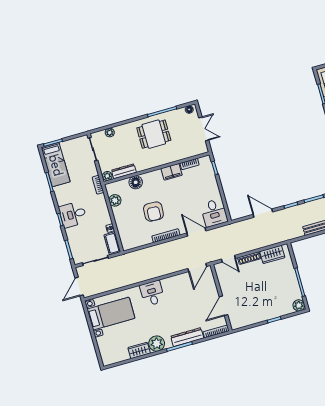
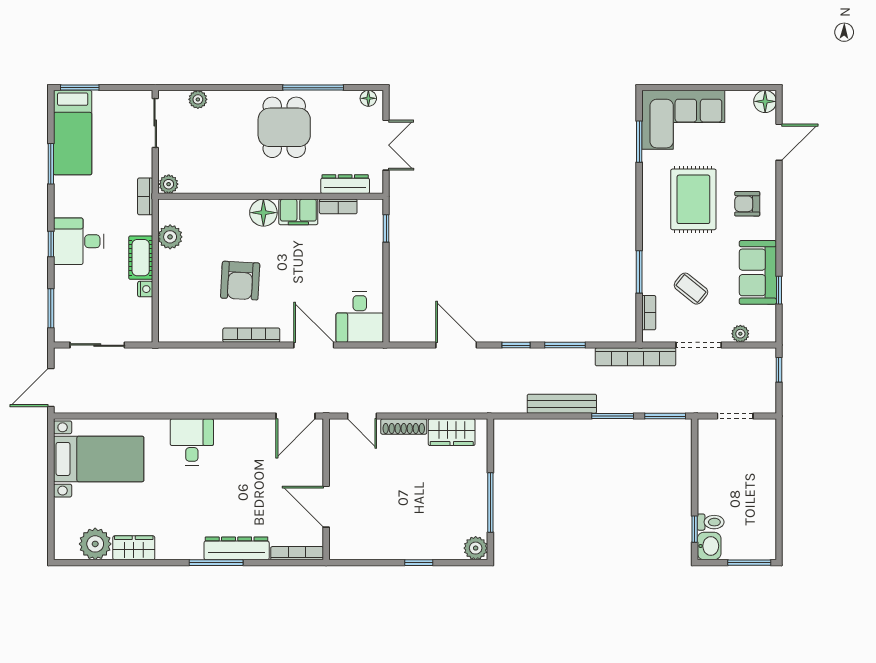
dining table: (154, 134) -> (284, 127), turned 90
dresser: (124, 171) -> (345, 184), moved
floor lamp: (136, 182) -> (263, 213), moved
cot: (112, 243) -> (141, 258), moved
door: (223, 306) -> (326, 507), hinge flipped
plant: (157, 344) -> (95, 544), moved

